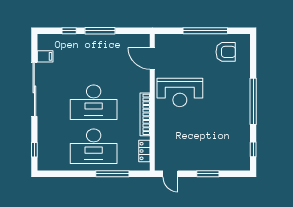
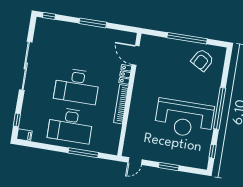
window: (69, 31) -> (49, 16), moved
armchair: (226, 52) -> (202, 60), turned 120
filing cabinet: (45, 56) -> (24, 135), moved
reception desk: (180, 92) -> (184, 119), moved, width x1.36, depth x1.30
locker: (144, 151) -> (125, 74), moved
door: (170, 174) -> (135, 161), hinge flipped

